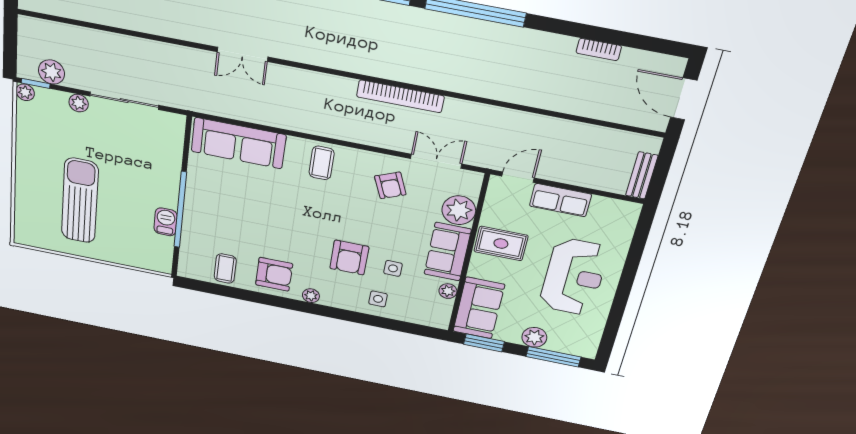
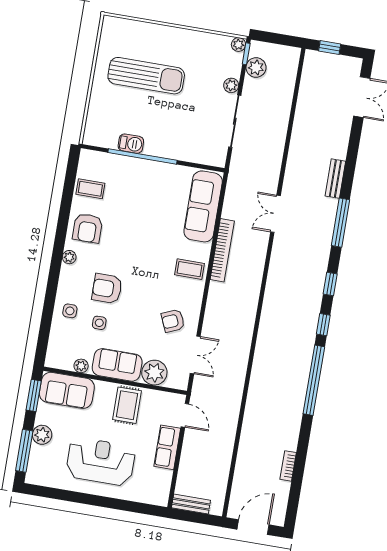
bookcase: (400, 96) -> (222, 250), moved, turned 180
reception desk: (574, 277) -> (101, 461), turned 180

